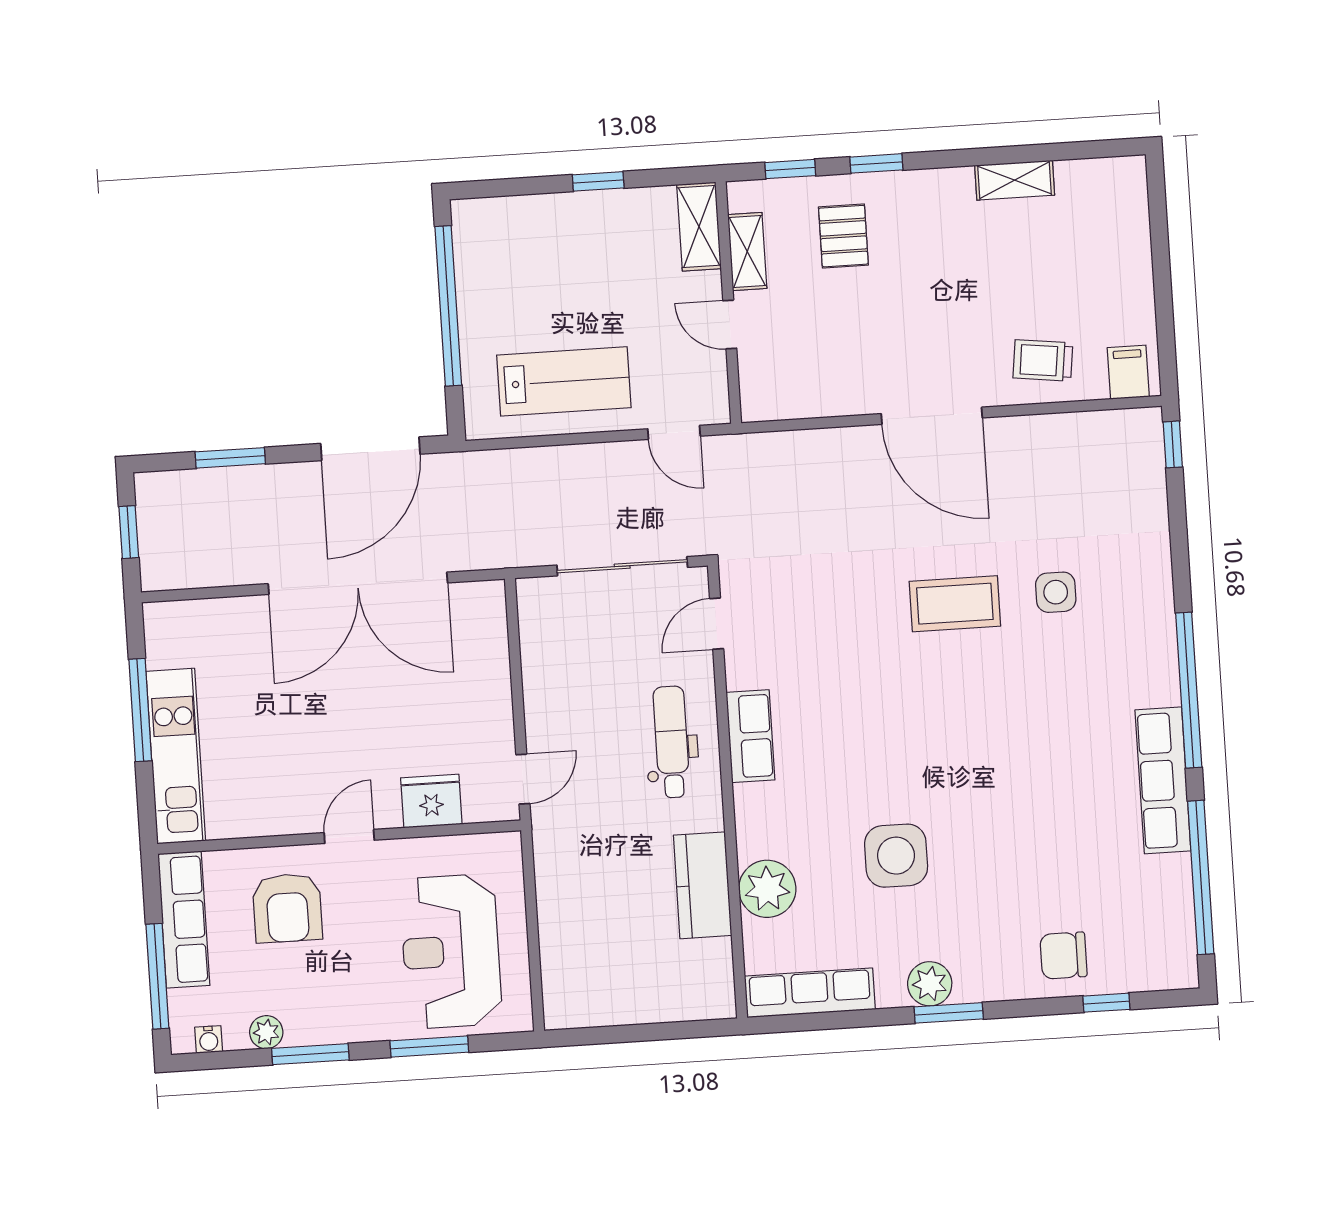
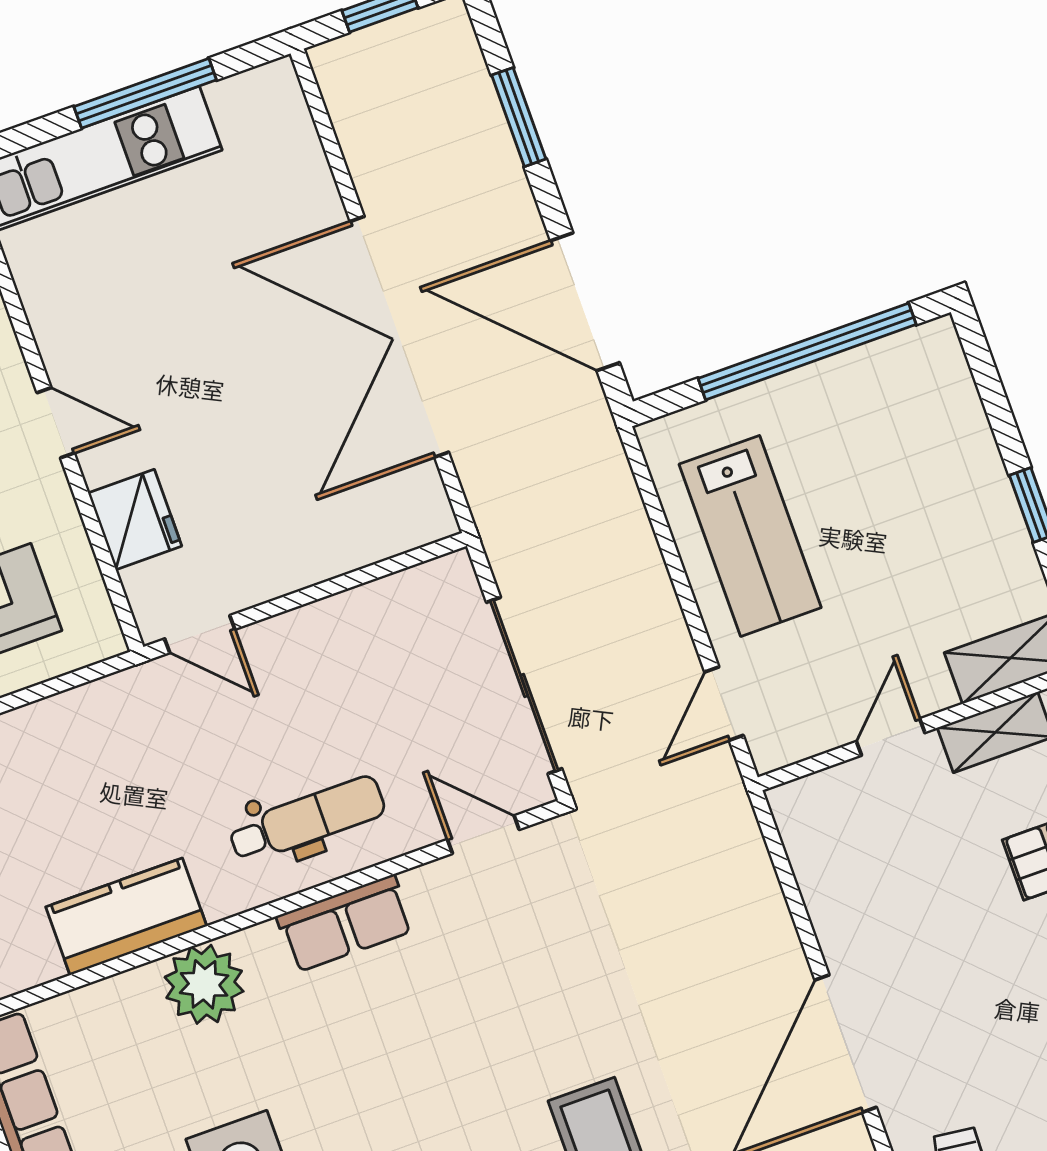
plant: (767, 889) -> (204, 984), moved

